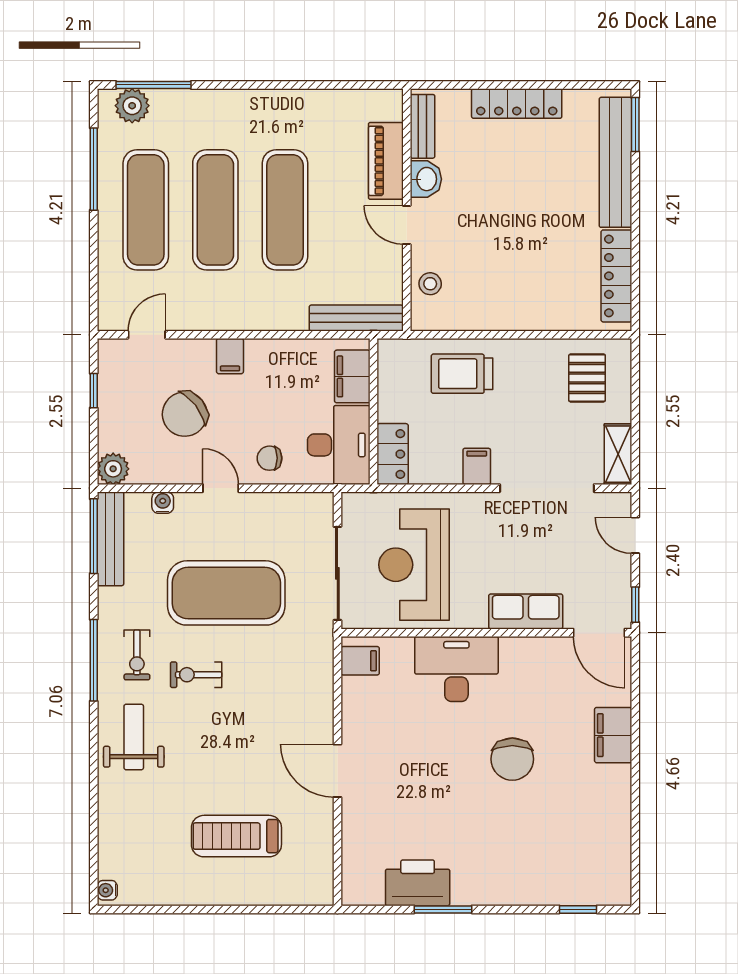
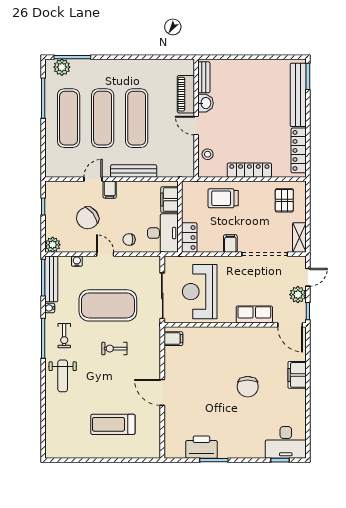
locker: (517, 104) -> (249, 170), moved, turned 180
bench: (356, 318) -> (134, 171), moved
door: (147, 335) -> (93, 179), moved
door: (635, 535) -> (308, 277), swing flipped
plant: (615, 571) -> (298, 295), added
desk: (456, 669) -> (286, 442), moved, turned 180
exercise bike: (196, 675) -> (114, 349), moved
weight bench: (134, 737) -> (63, 376), turned 180
water cooler: (107, 890) -> (50, 308), moved

